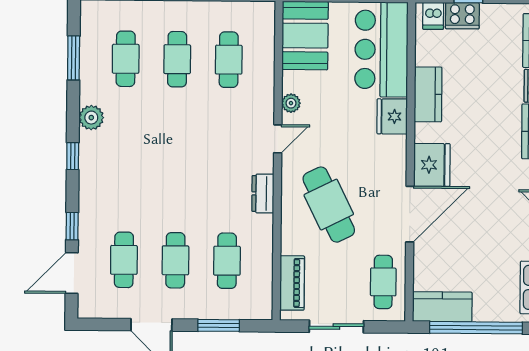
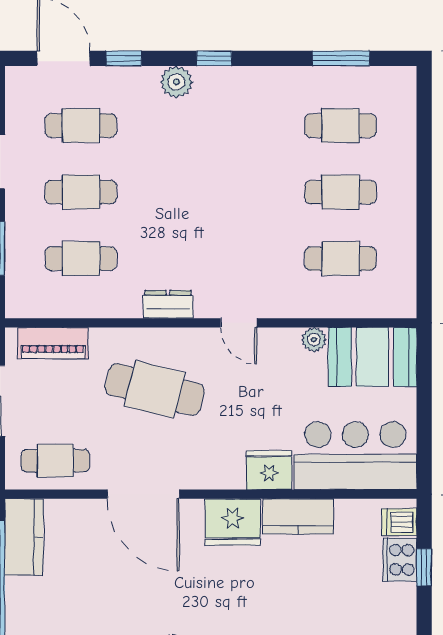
plant: (291, 103) -> (314, 339), moved
plant: (91, 118) -> (176, 82), moved
fridge: (432, 165) -> (233, 522), moved
cafe table: (329, 205) -> (155, 389), turned 40

